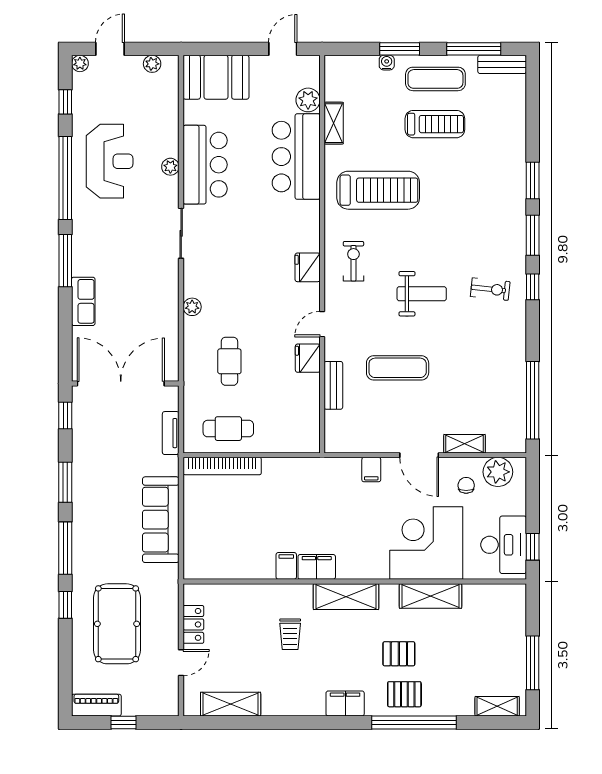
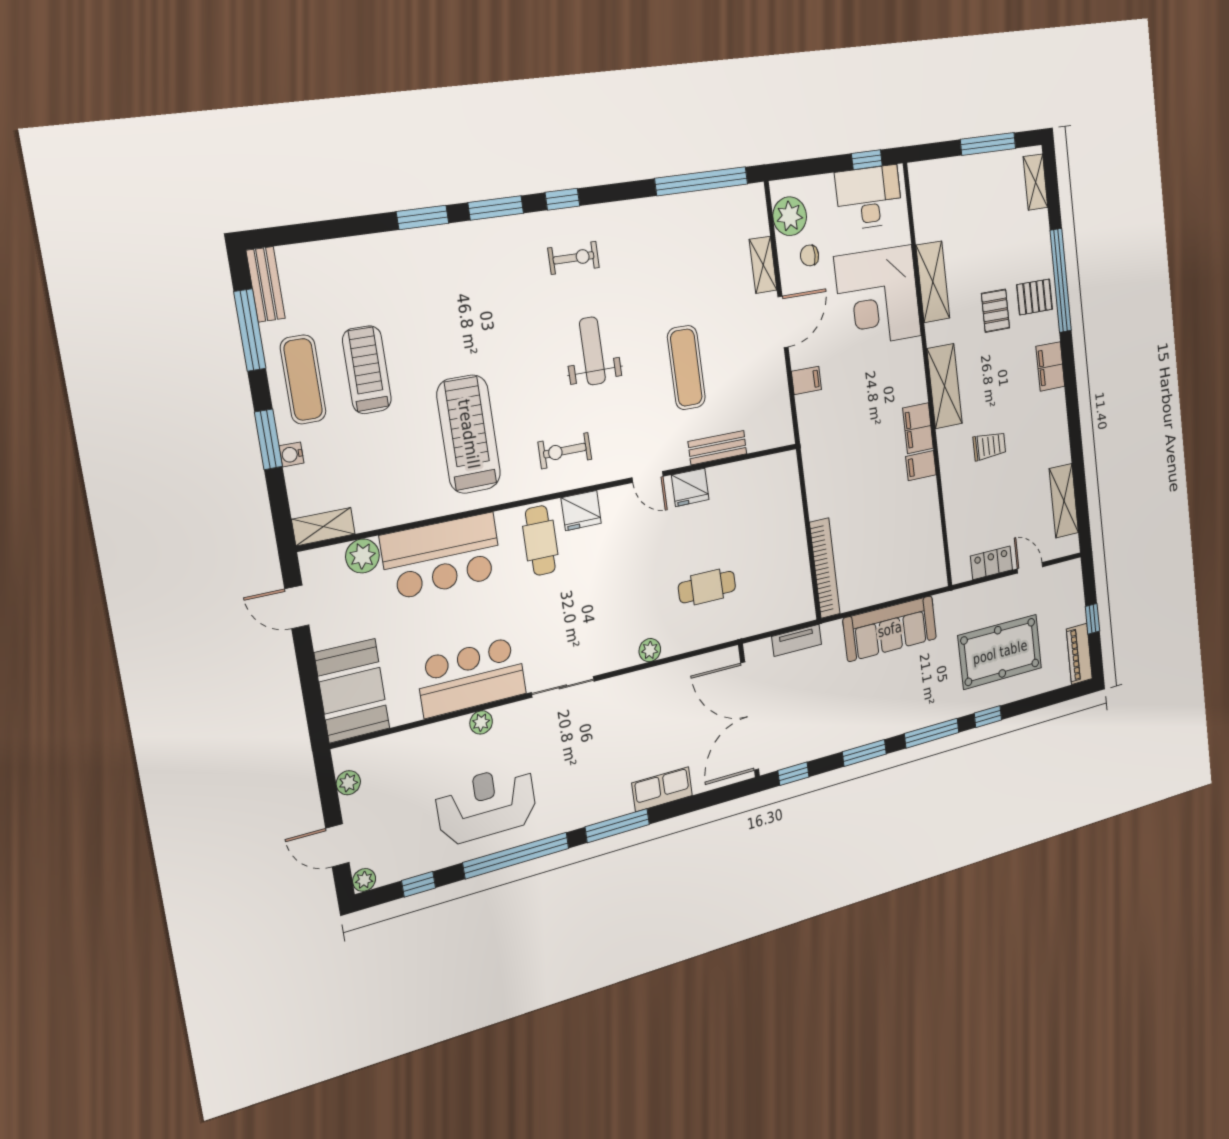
shelving: (334, 123) -> (323, 527), moved
exercise bike: (490, 289) -> (574, 258), turned 84
cafe table: (228, 429) -> (540, 540), moved
pallet: (404, 694) -> (1035, 297), turned 90

